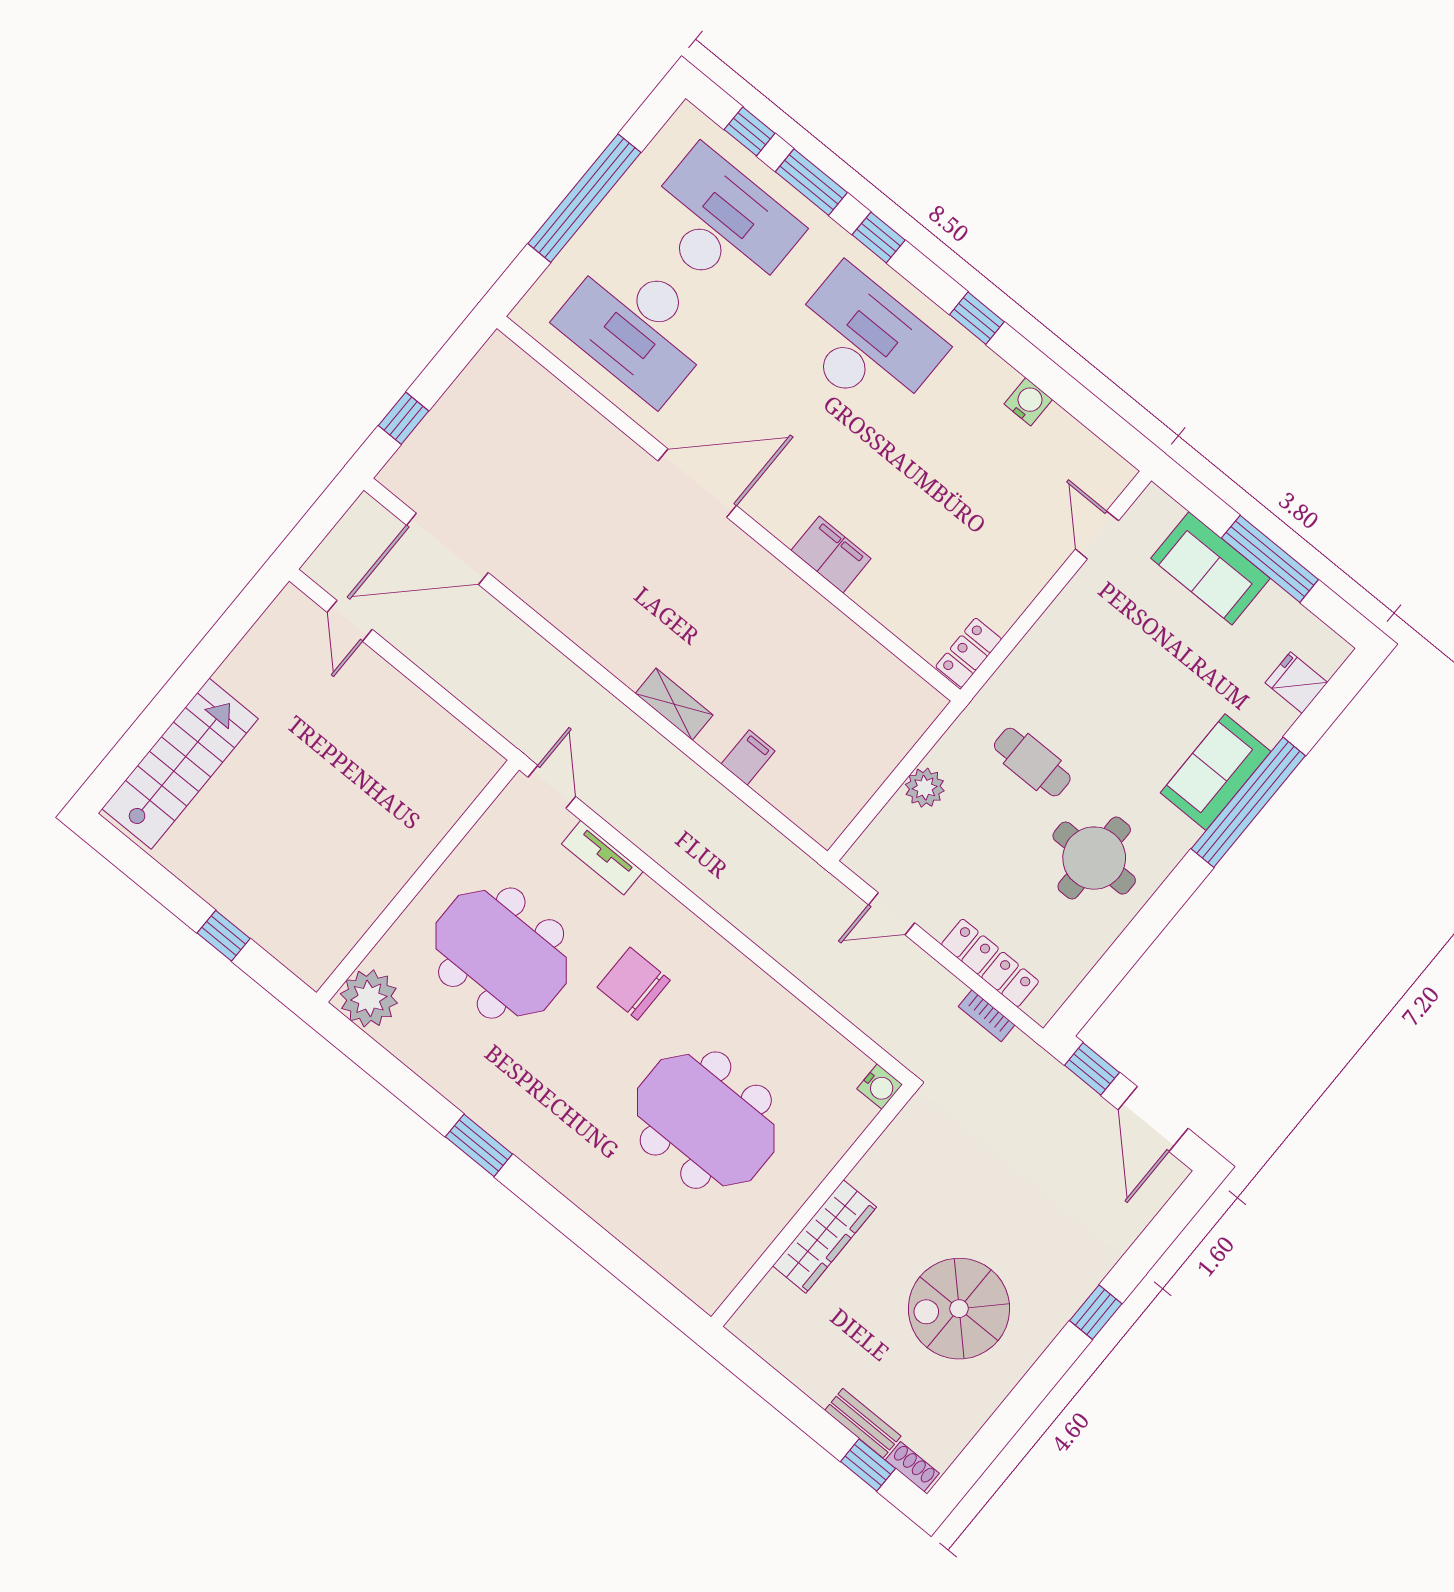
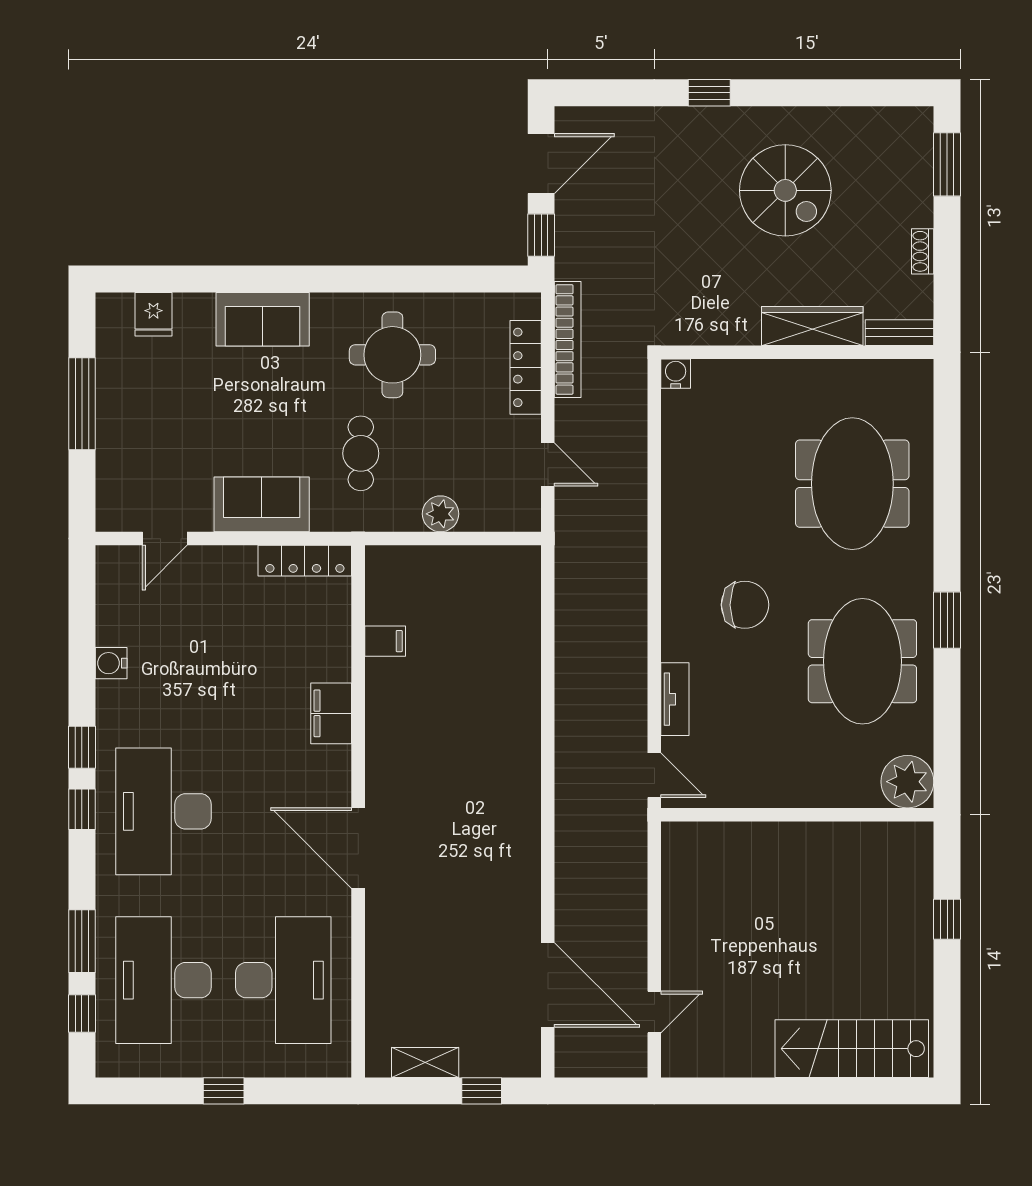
window: (584, 198) -> (224, 1091), width x0.32
window: (879, 237) -> (82, 809), moved
sofa: (1210, 568) -> (262, 504), moved, turned -90
locker: (969, 653) -> (305, 561), width x1.53
shelving: (674, 704) -> (425, 1063), moved, turned 90
filing cabinet: (748, 757) -> (385, 641), moved, turned 180
door: (552, 787) -> (654, 775), swing flipped
window: (1248, 802) -> (265, 279), removed
meeting table: (501, 953) -> (862, 661), moved
chair: (634, 984) -> (745, 605), turned -90
bookcase: (987, 1016) -> (568, 339), width x2.31, depth x1.31
meeting table: (706, 1120) -> (852, 484), moved
bench: (863, 1423) -> (900, 333), moved, turned 90
window: (868, 1465) -> (947, 164), width x1.50
shoe rack: (912, 1467) -> (923, 251), moved

